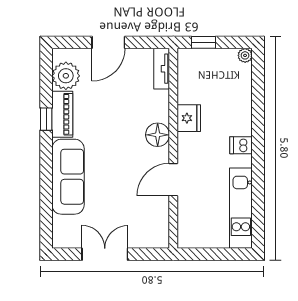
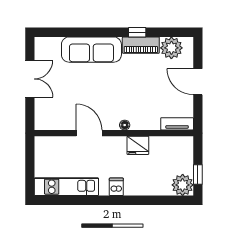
window: (203, 42) -> (198, 175), moved
plant: (245, 55) -> (183, 185), width x1.87, depth x1.87
floor lamp: (158, 135) -> (125, 125), width x0.53, depth x0.53

